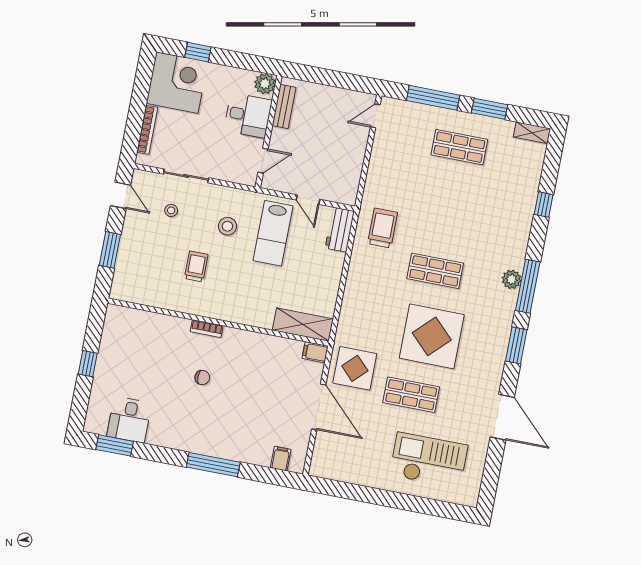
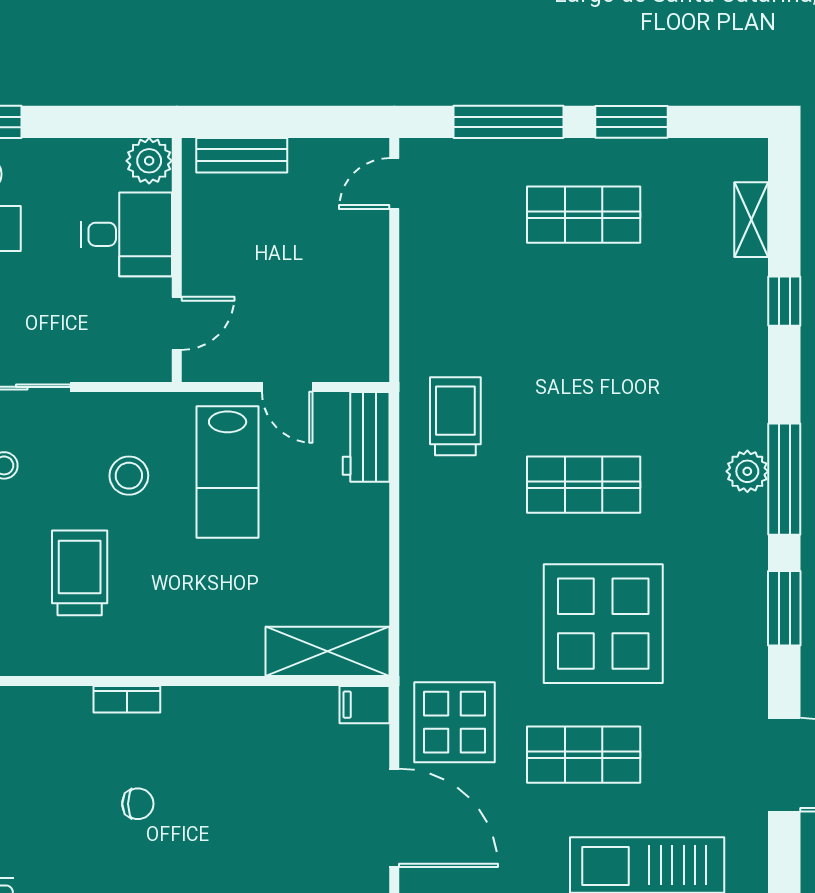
bench: (284, 107) -> (242, 155), moved, turned 90
shelving: (532, 133) -> (751, 220), moved, turned 90
trolley: (196, 266) -> (80, 573), width x1.36, depth x1.39

